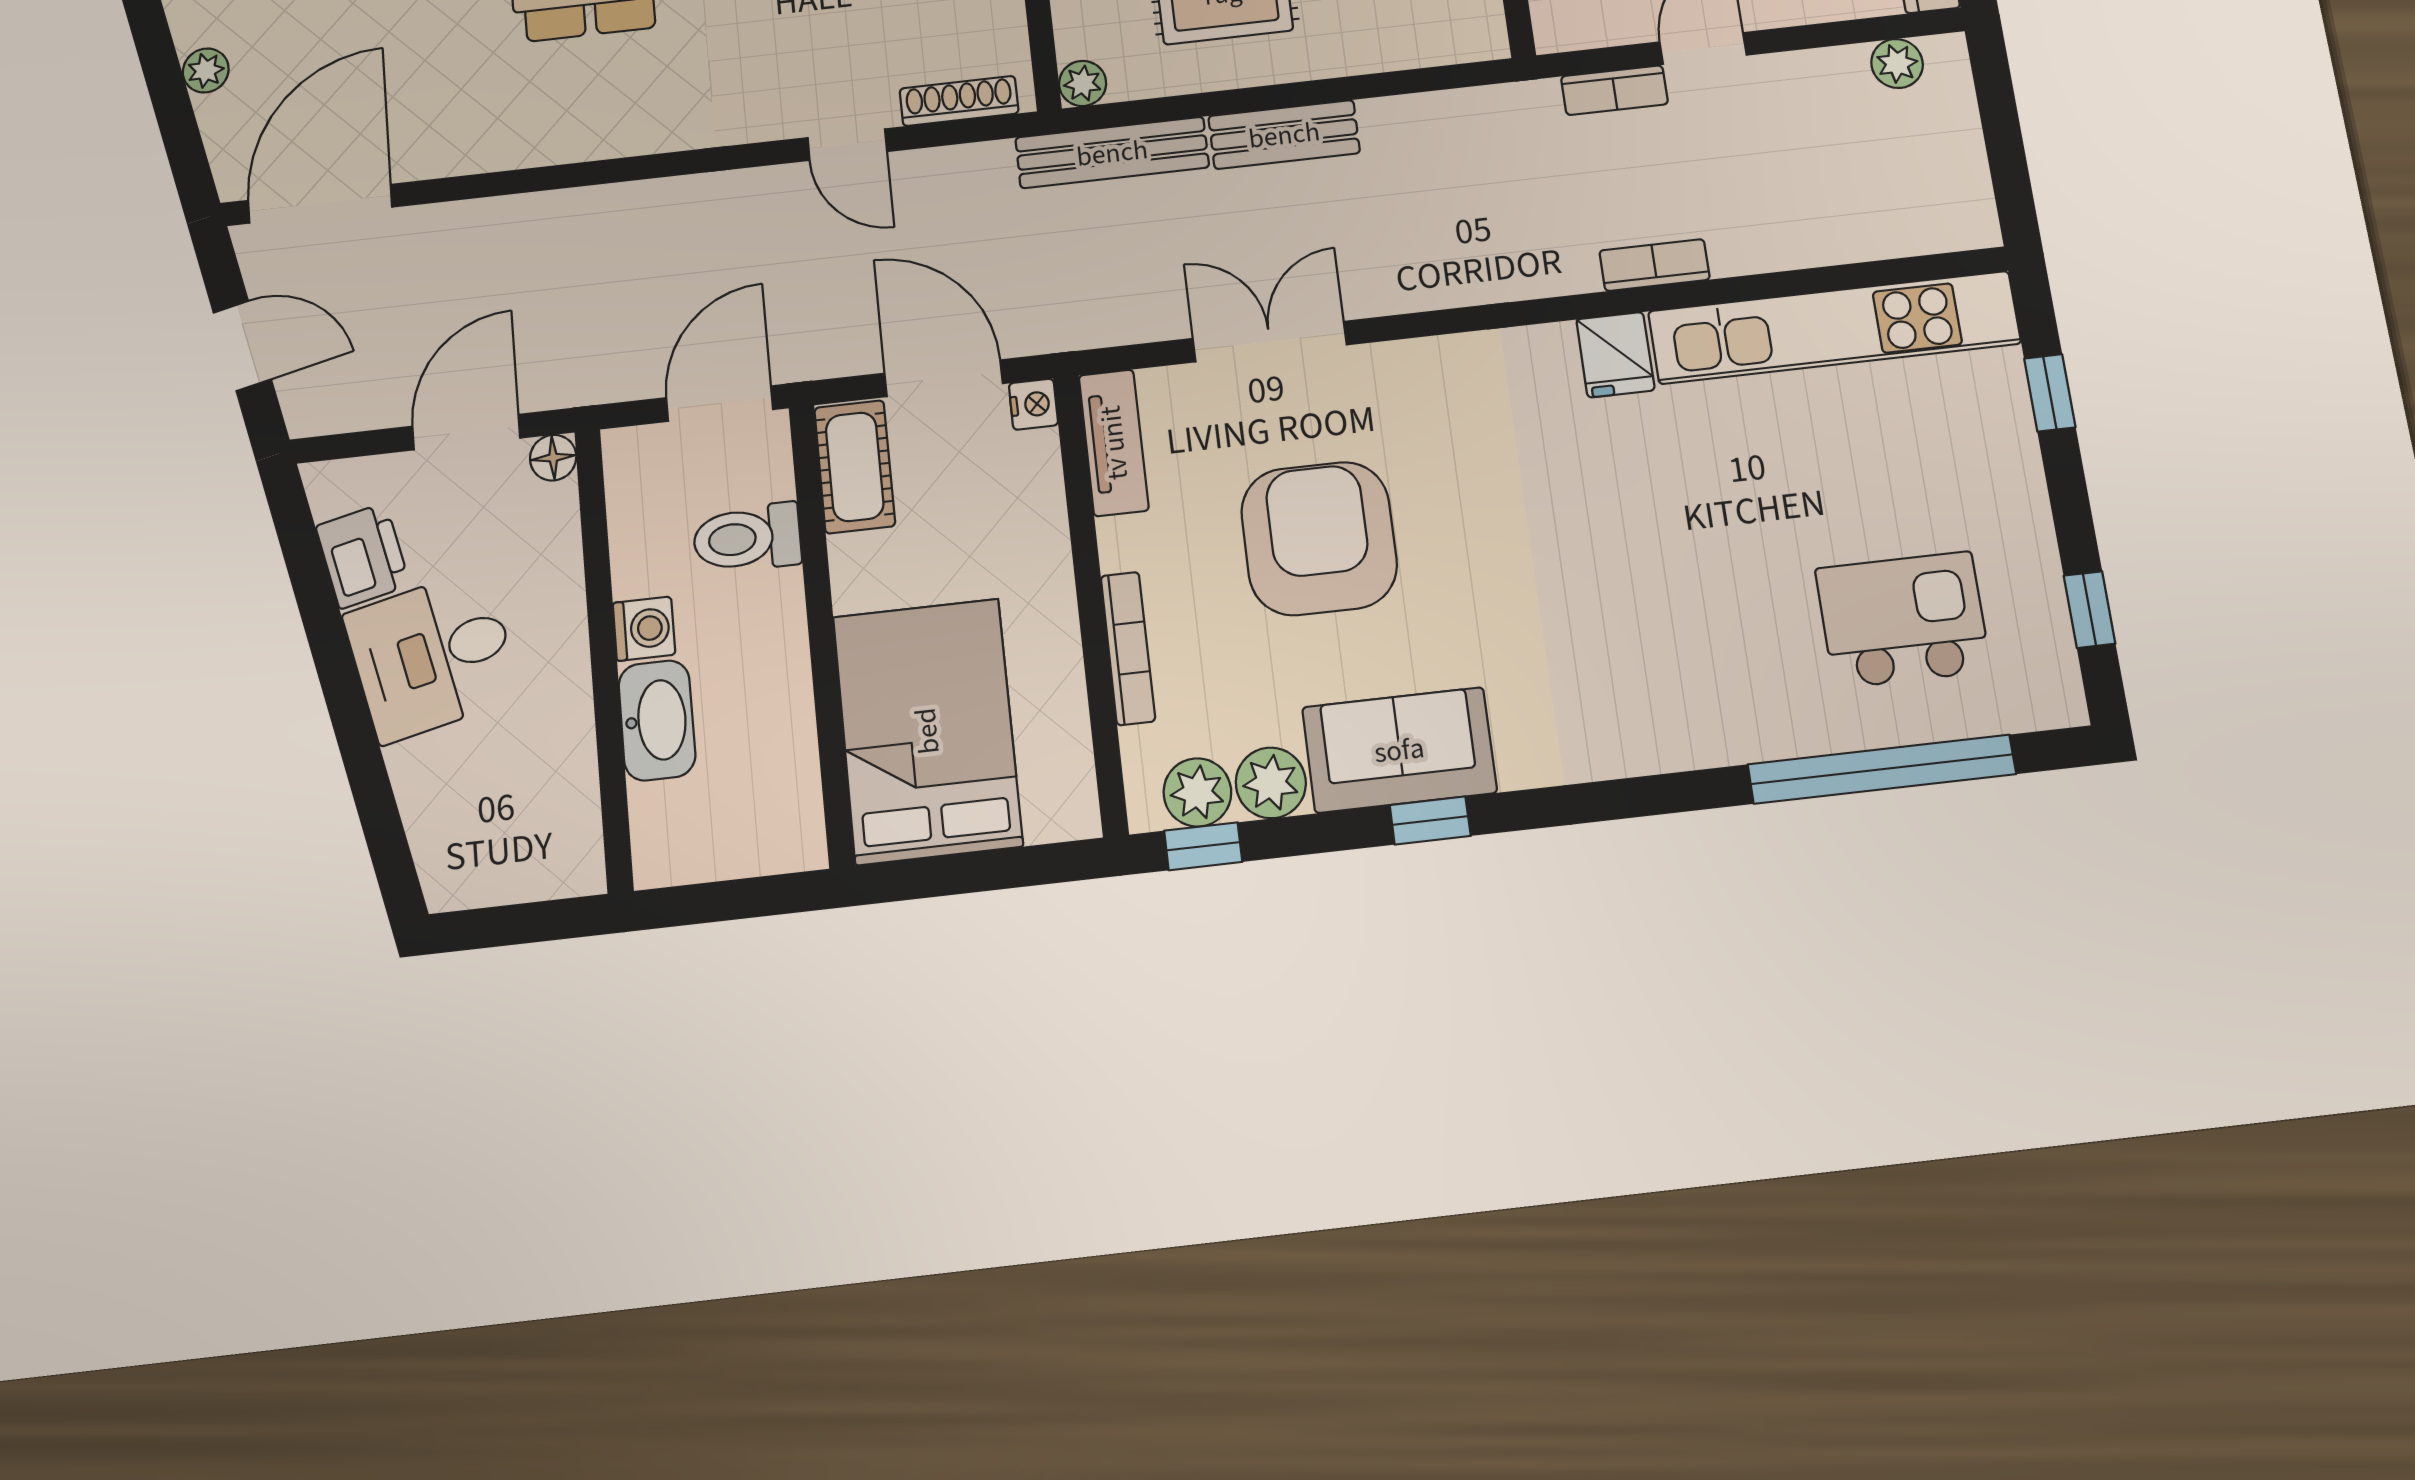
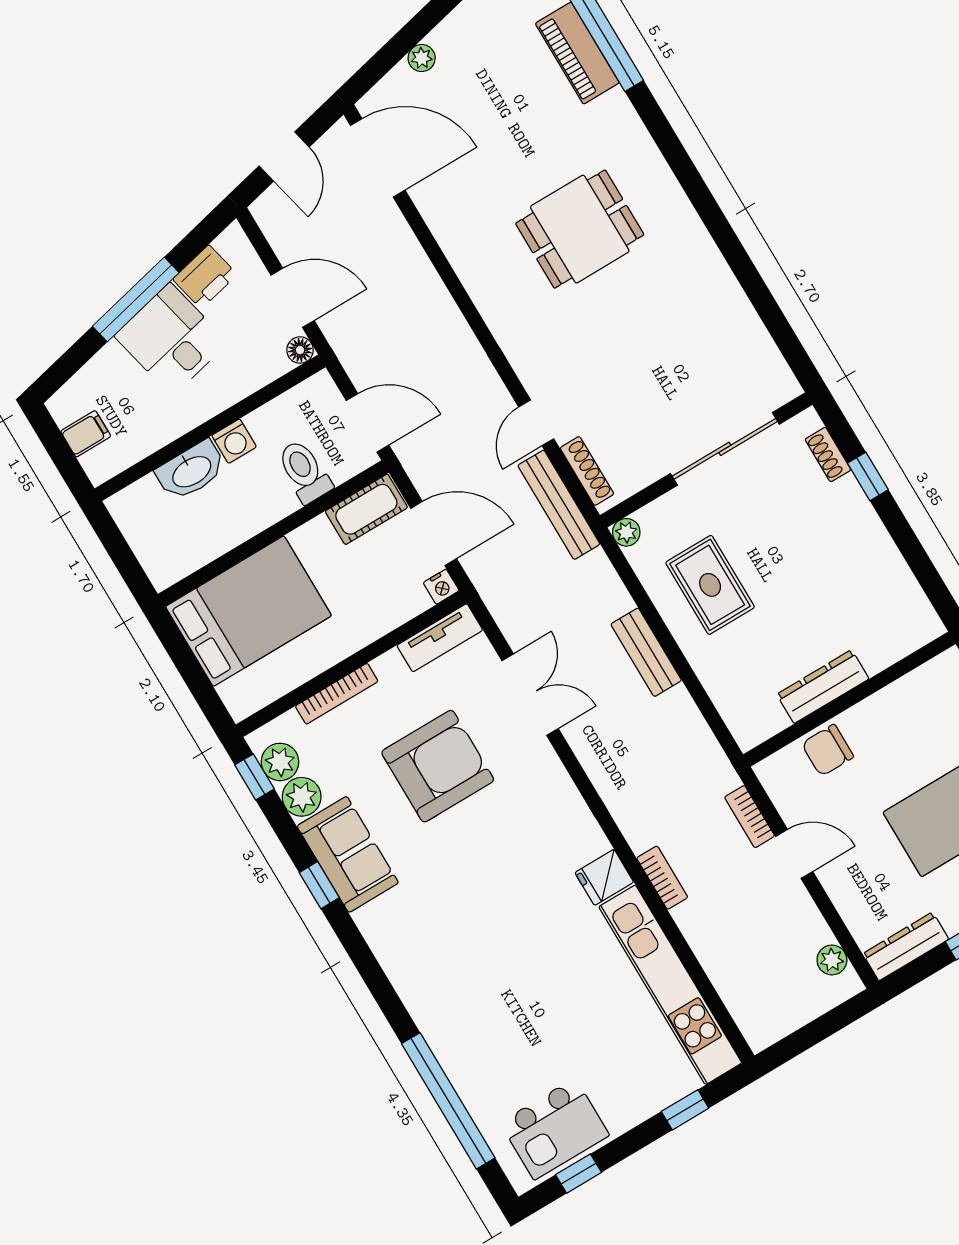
bench: (1112, 153) -> (559, 505), moved
door: (944, 378) -> (434, 533), hinge flipped
kitchen island: (1903, 620) -> (555, 1129), moved, turned 90
window: (341, 684) -> (136, 299), added
filing cabinet: (513, 867) -> (86, 434), added

